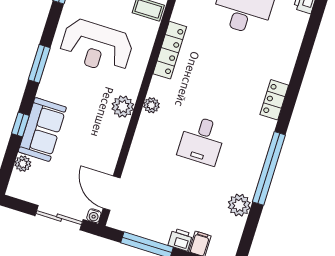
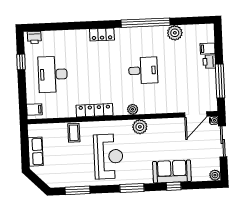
plant: (23, 164) -> (215, 175), moved

